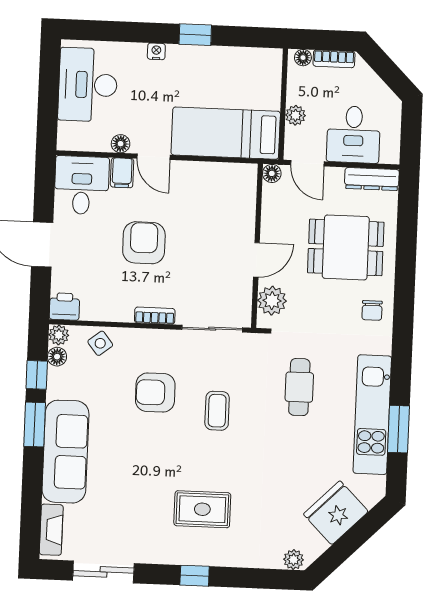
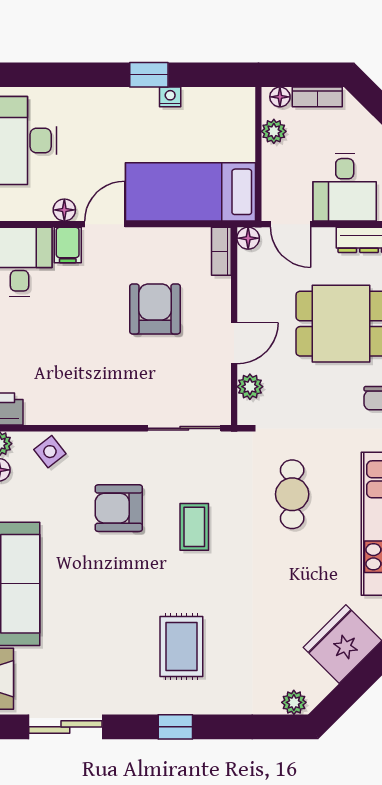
nightstand: (156, 51) -> (170, 97), moved
plant: (295, 115) -> (274, 131), moved
door: (154, 157) -> (105, 224), swing flipped
armchair: (144, 243) -> (155, 309), moved
plant: (272, 301) -> (250, 387), width x0.73, depth x0.73
bookcase: (155, 316) -> (221, 251), moved, turned -90
rug: (202, 509) -> (181, 646), turned 90

